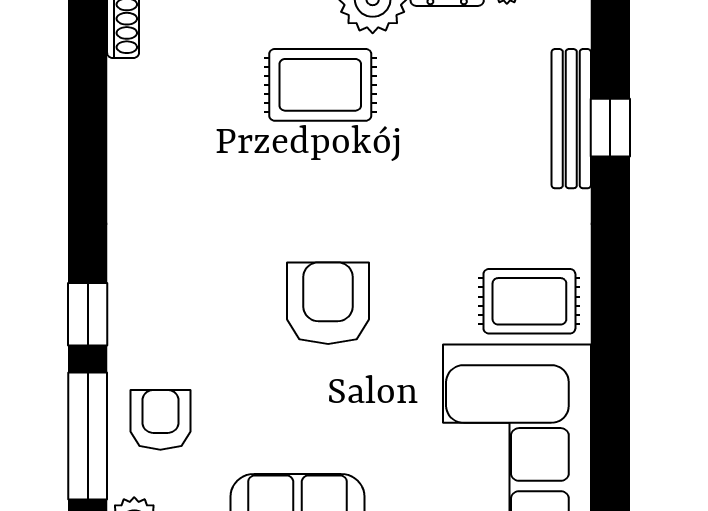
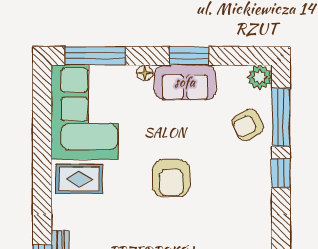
armchair: (160, 420) -> (248, 125), turned 64

